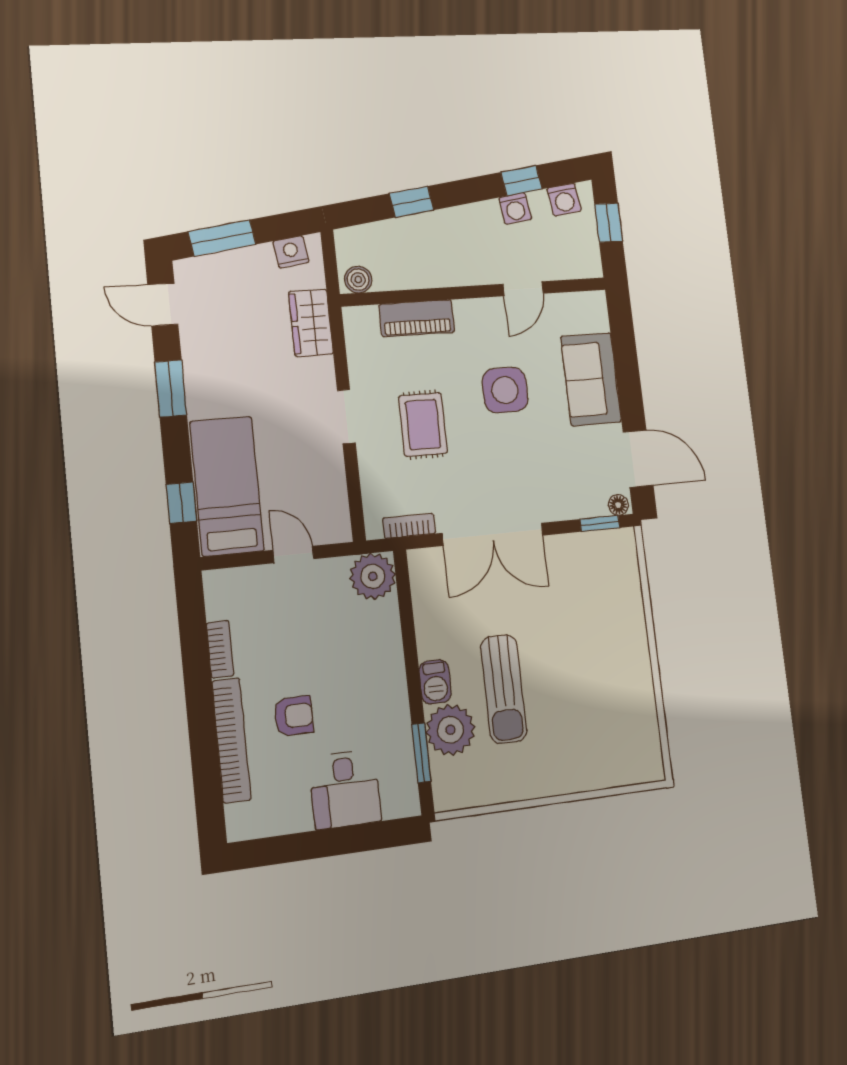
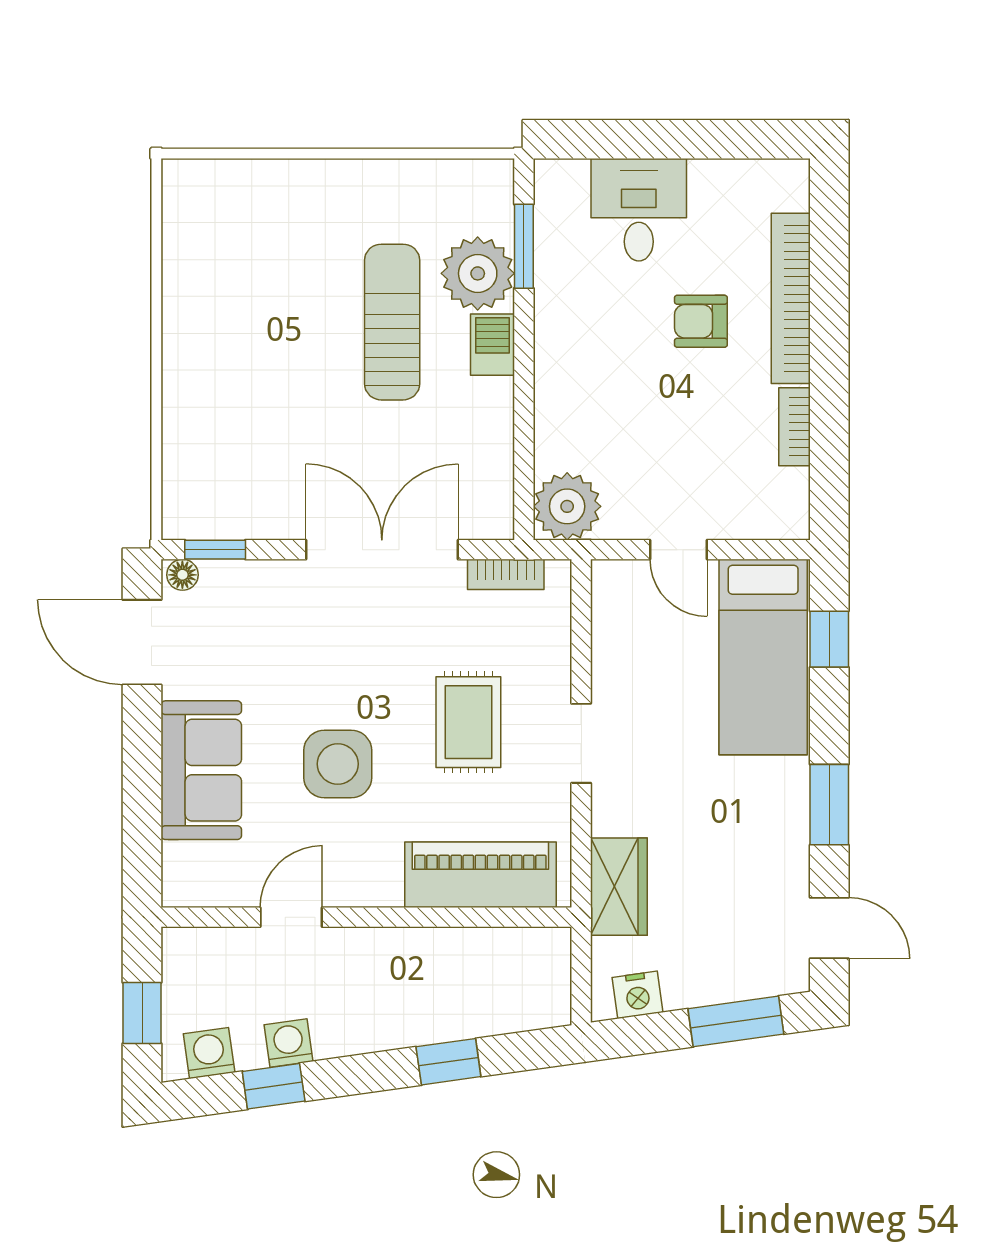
boiler: (358, 280) -> (542, 947), removed
piano: (417, 318) -> (480, 875), width x1.37, depth x1.33

